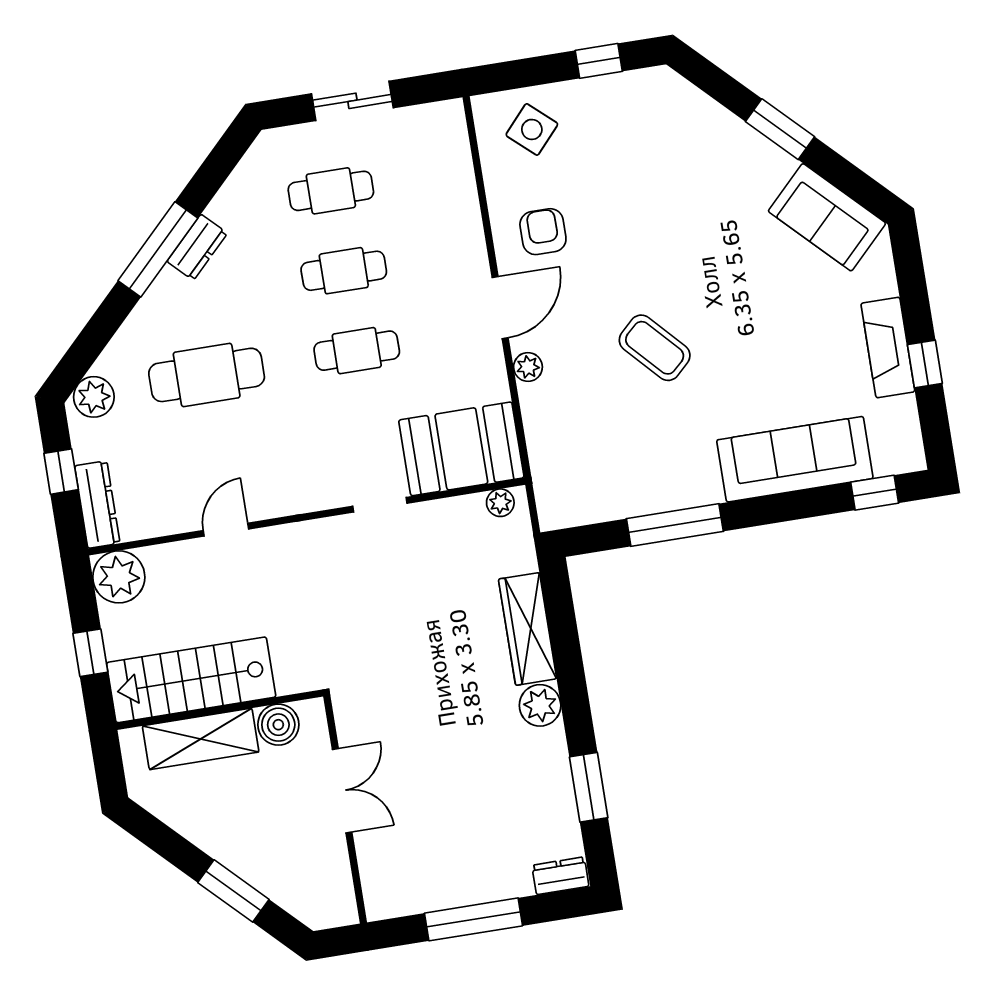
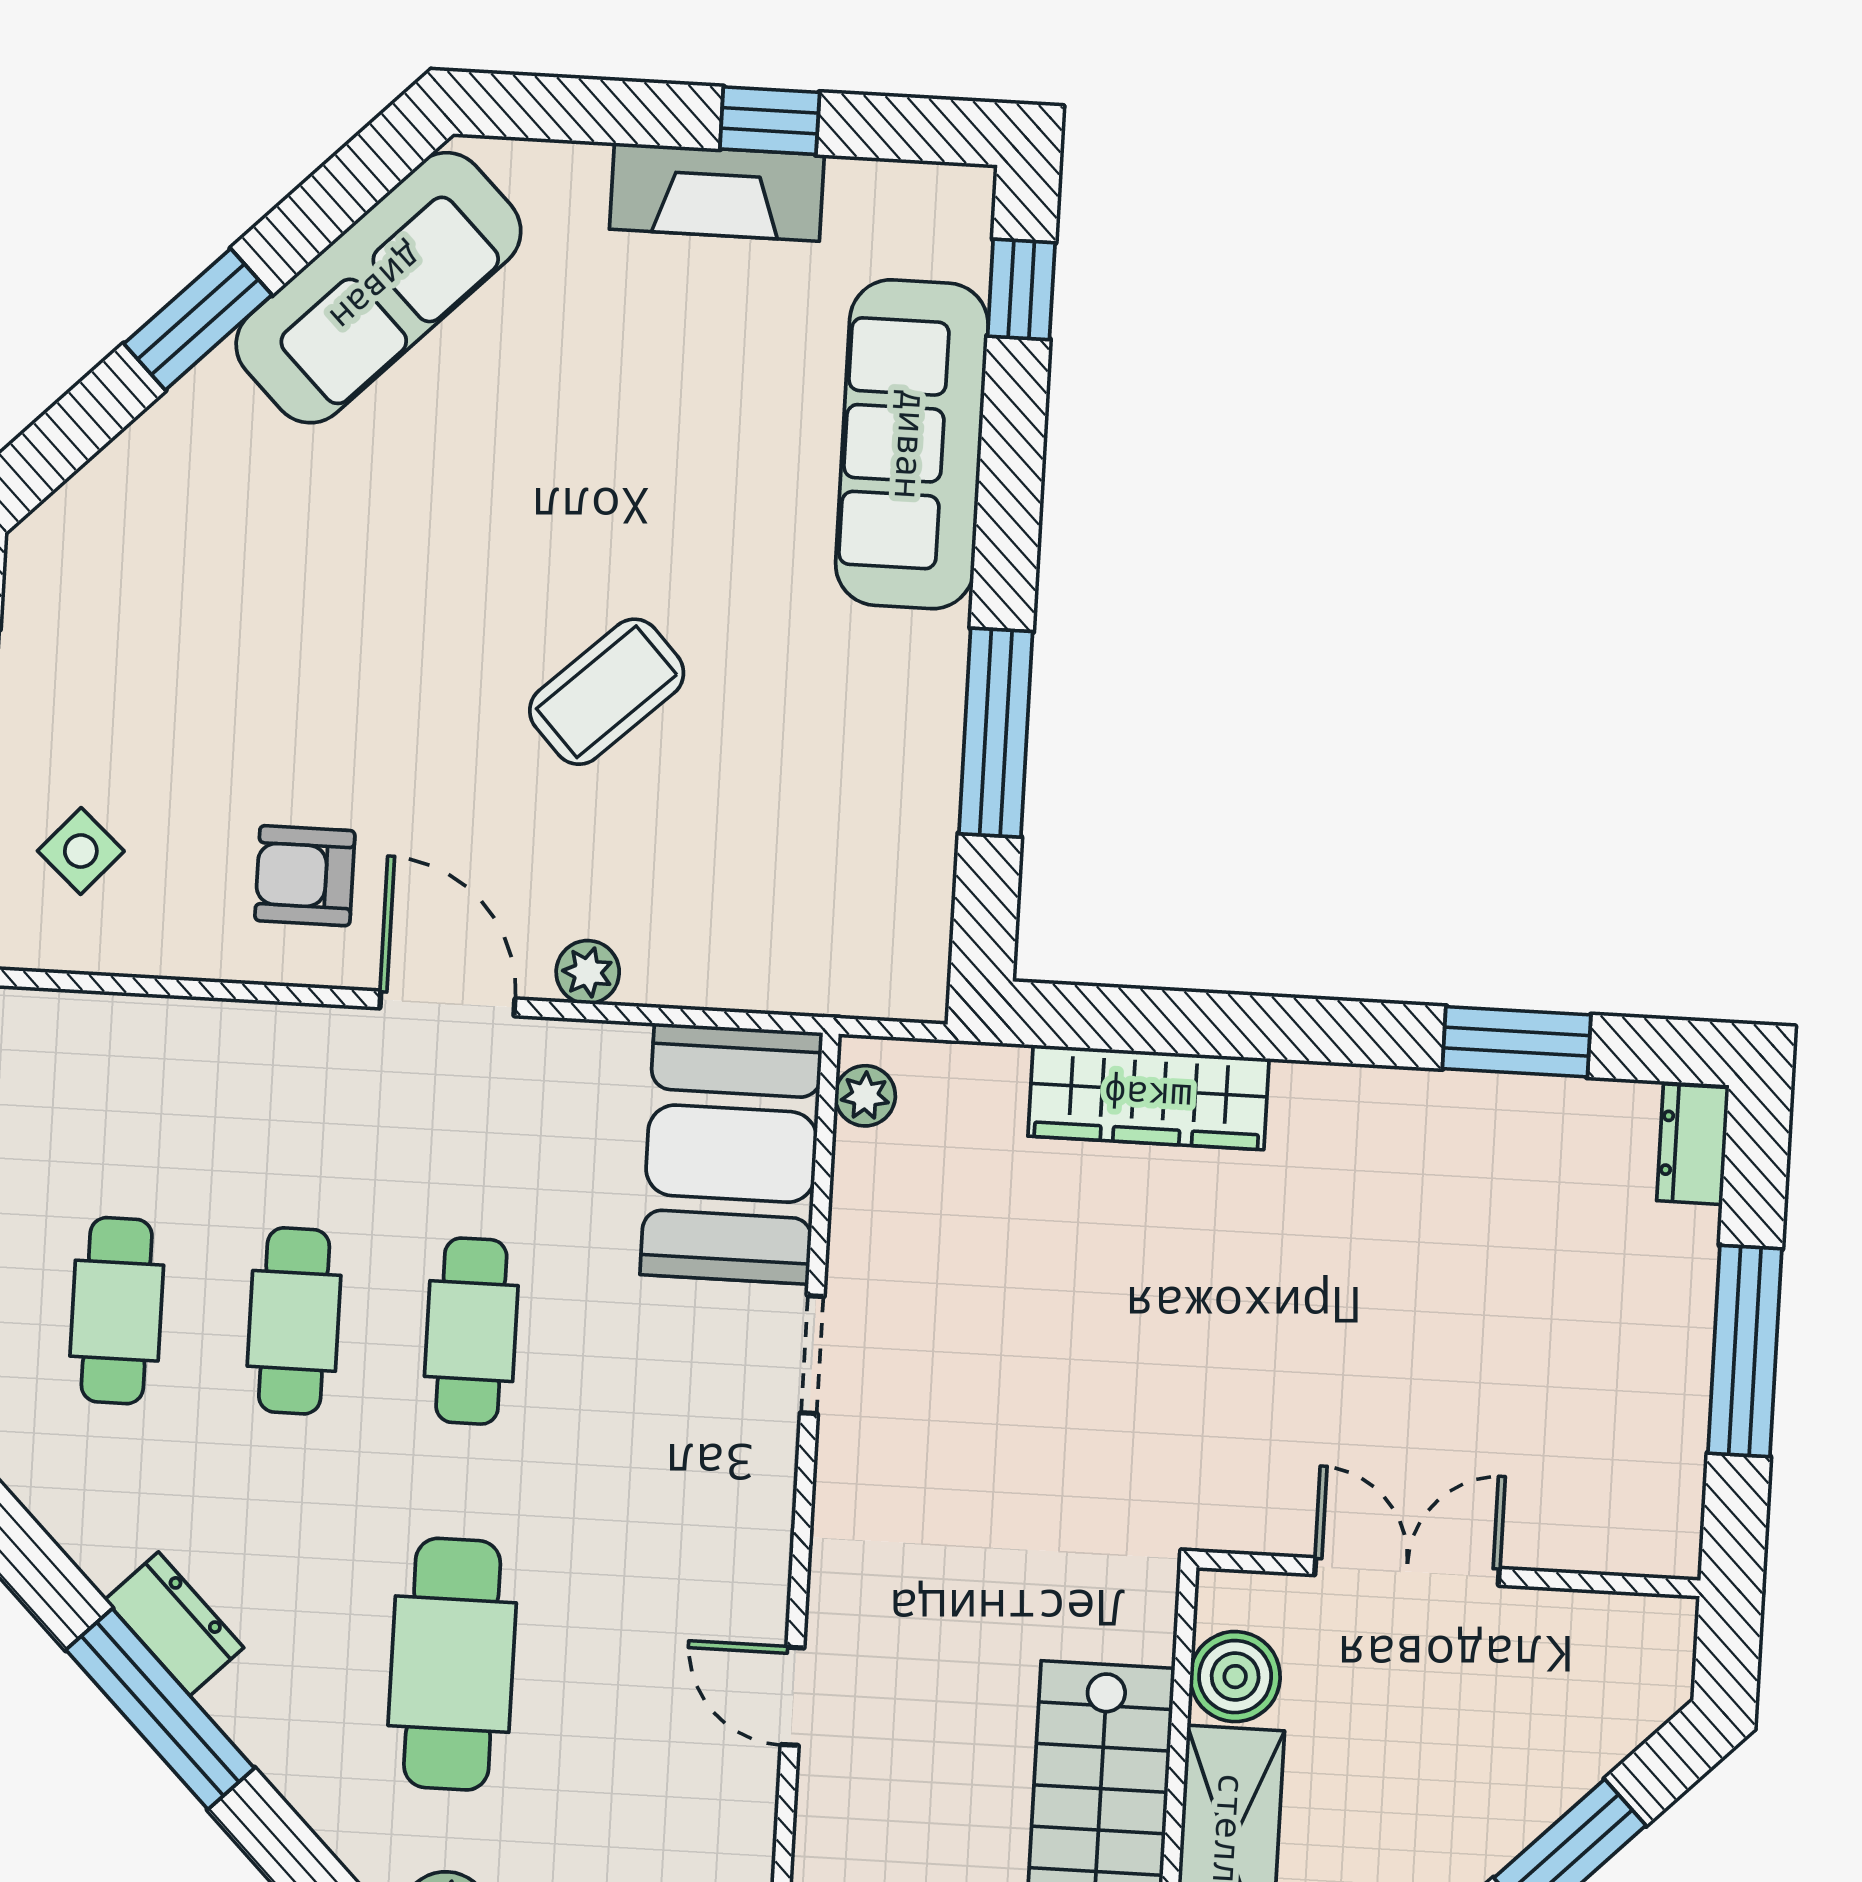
side table: (532, 129) -> (81, 851), width x0.73, depth x0.73
sofa: (827, 217) -> (378, 288), width x1.36
plant: (540, 705) -> (1318, 1107), removed

